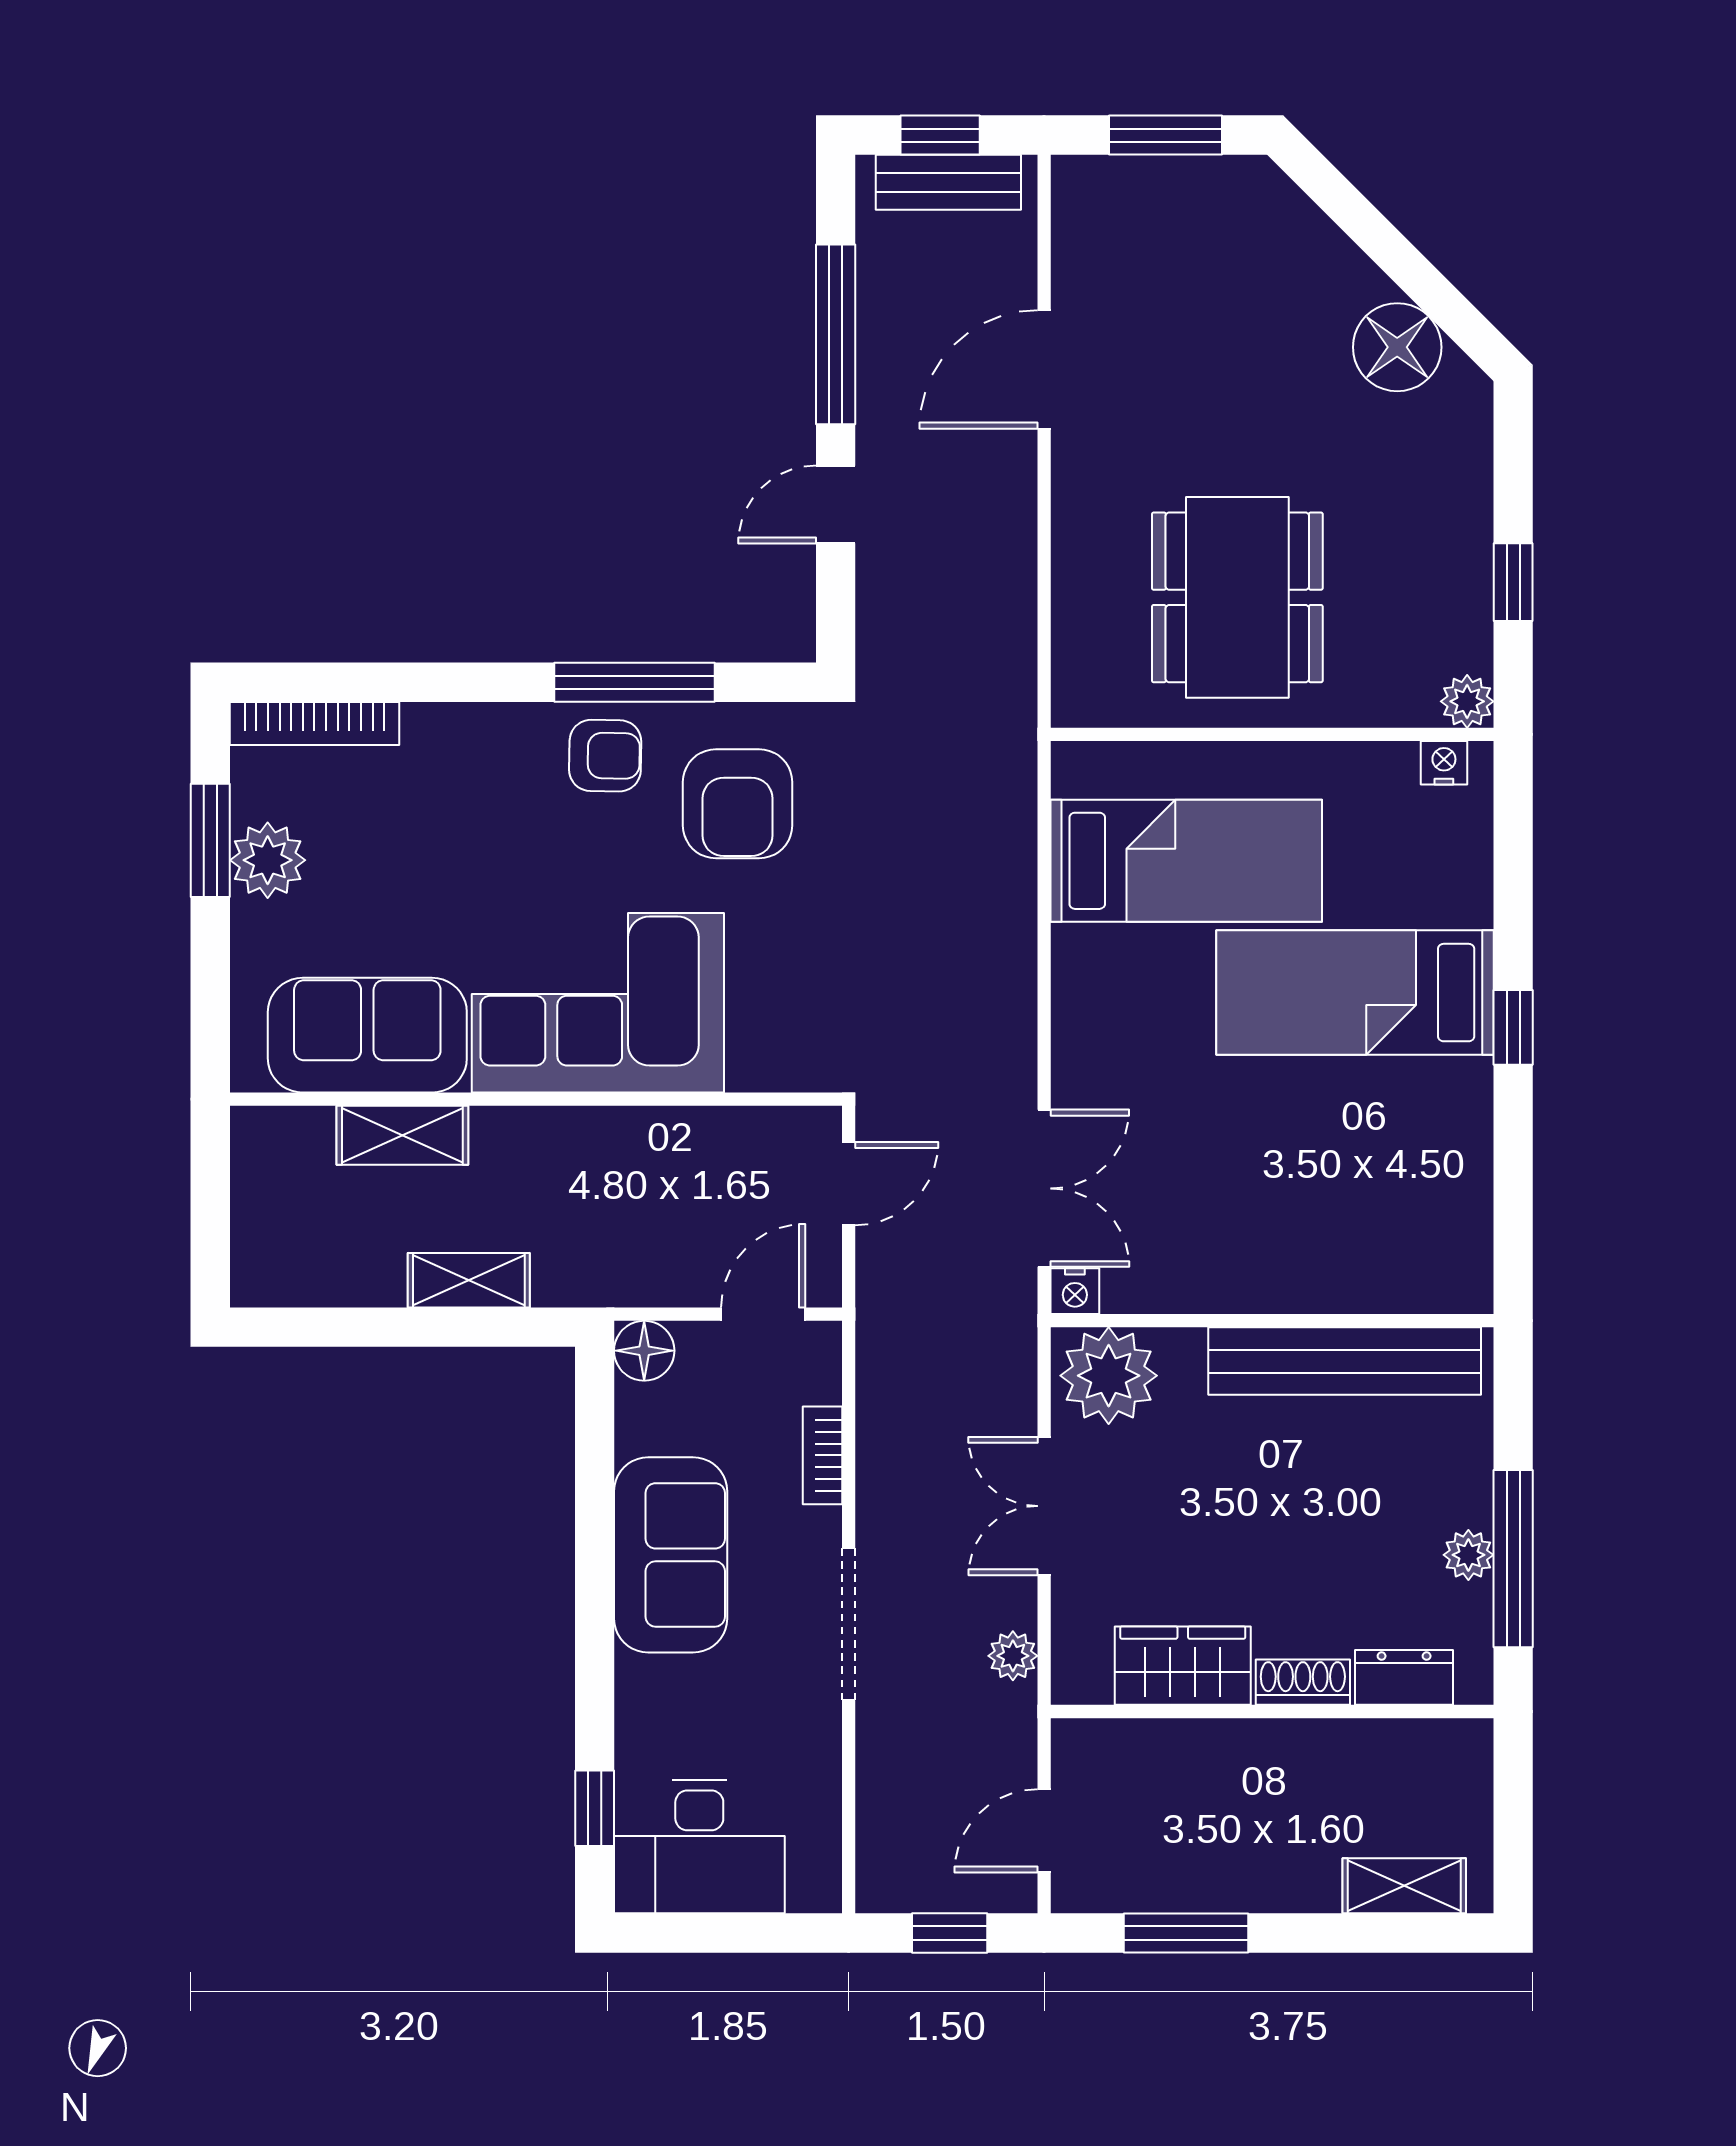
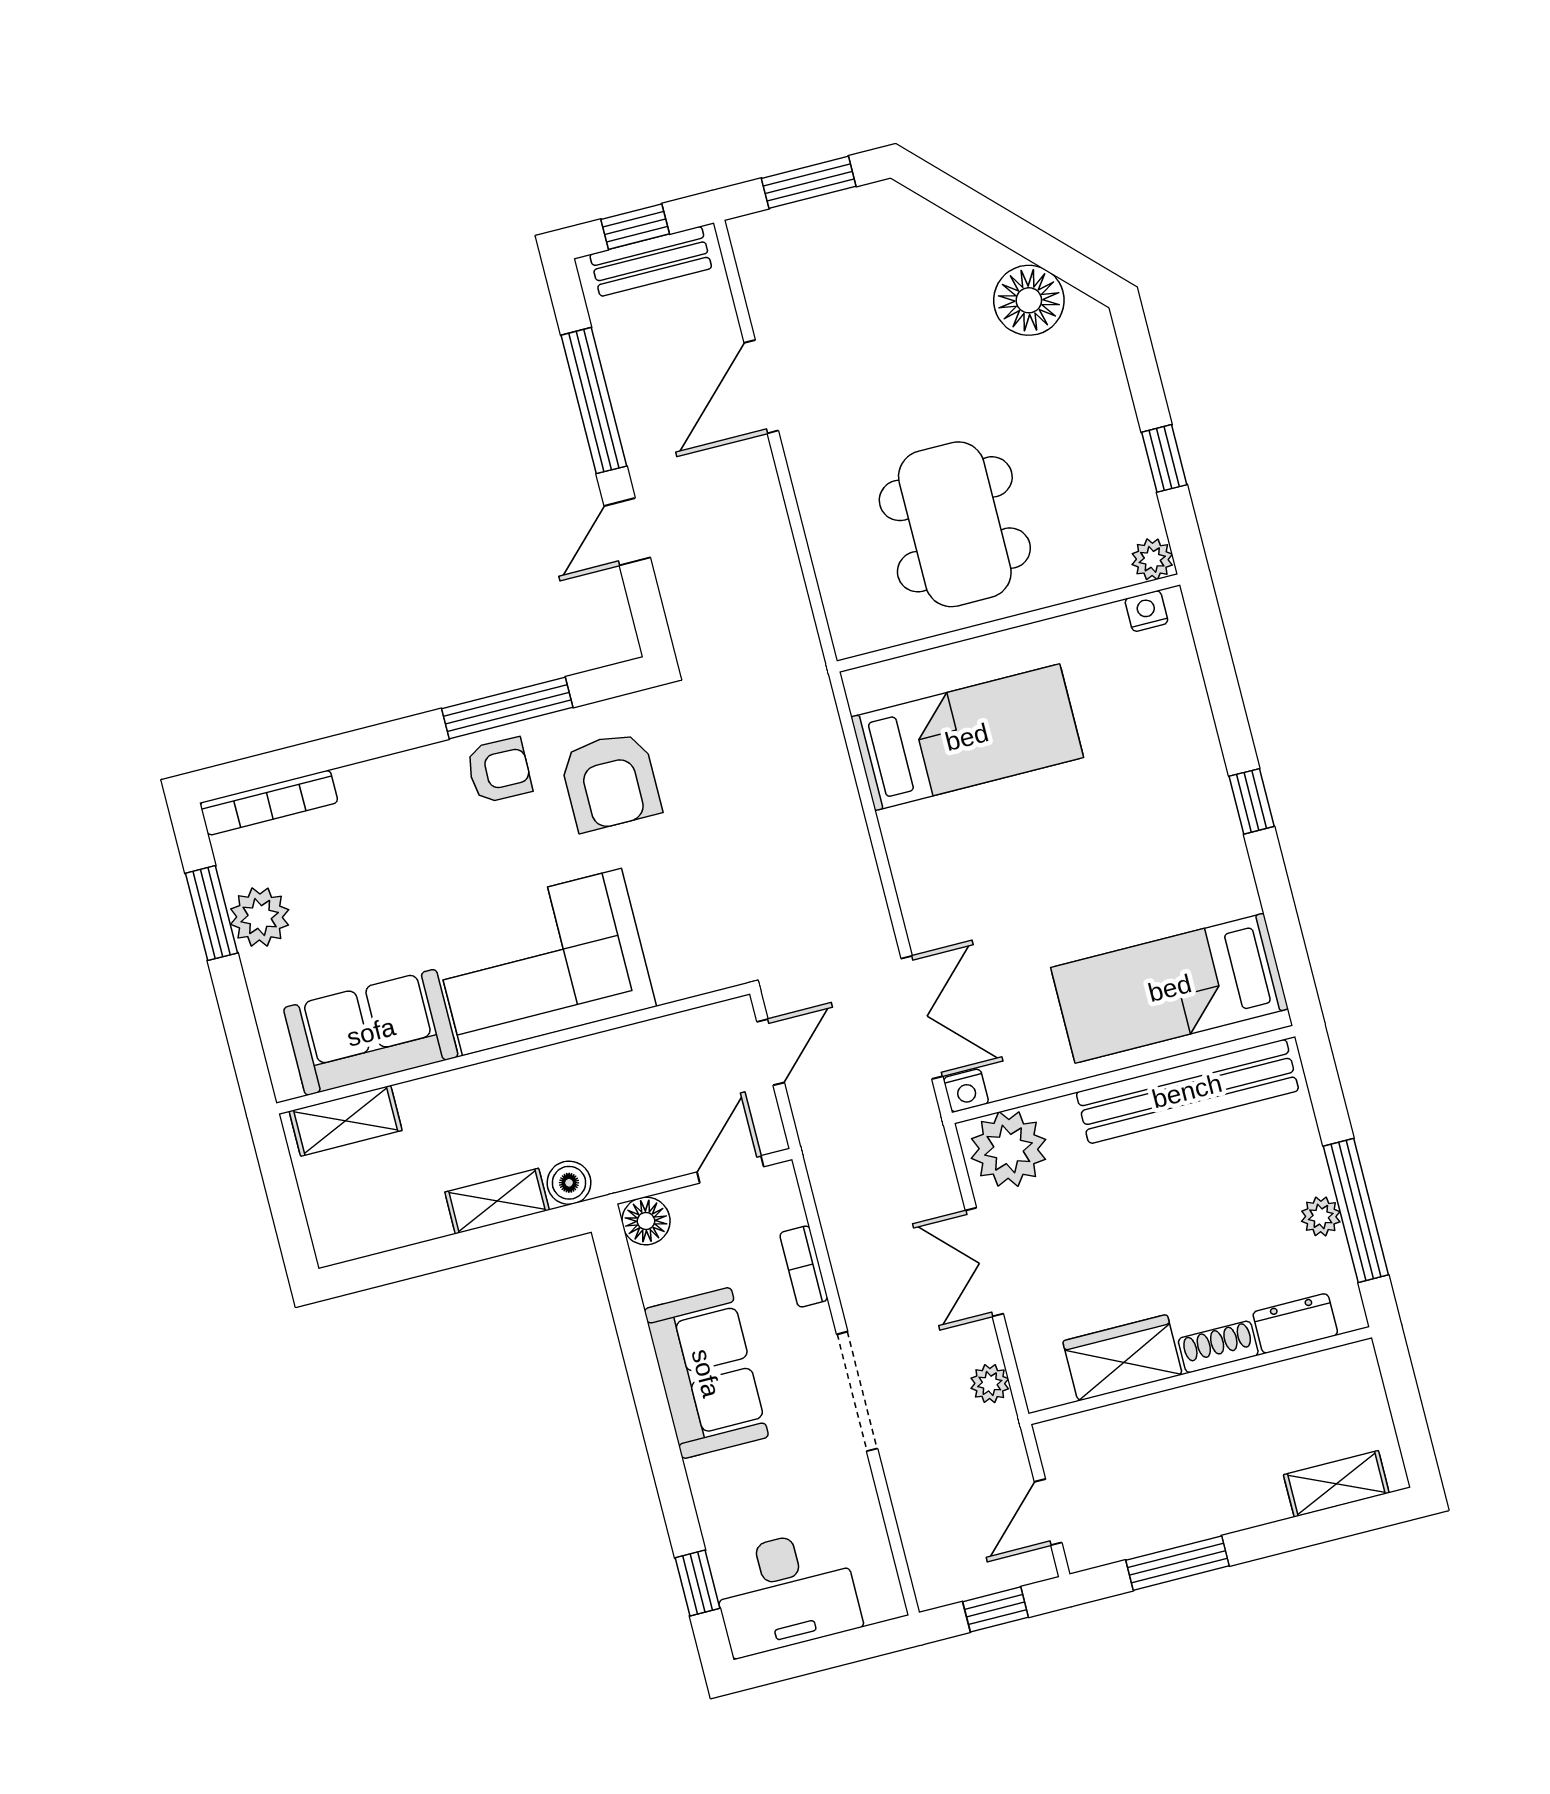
bed: (1355, 993) -> (1170, 988), moved
shelving: (402, 1135) -> (346, 1121), moved
boiler: (562, 1280) -> (569, 1183), added

